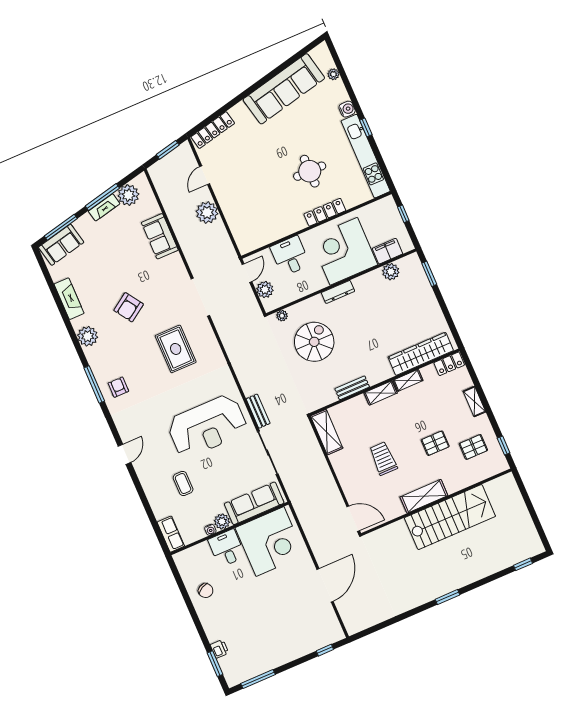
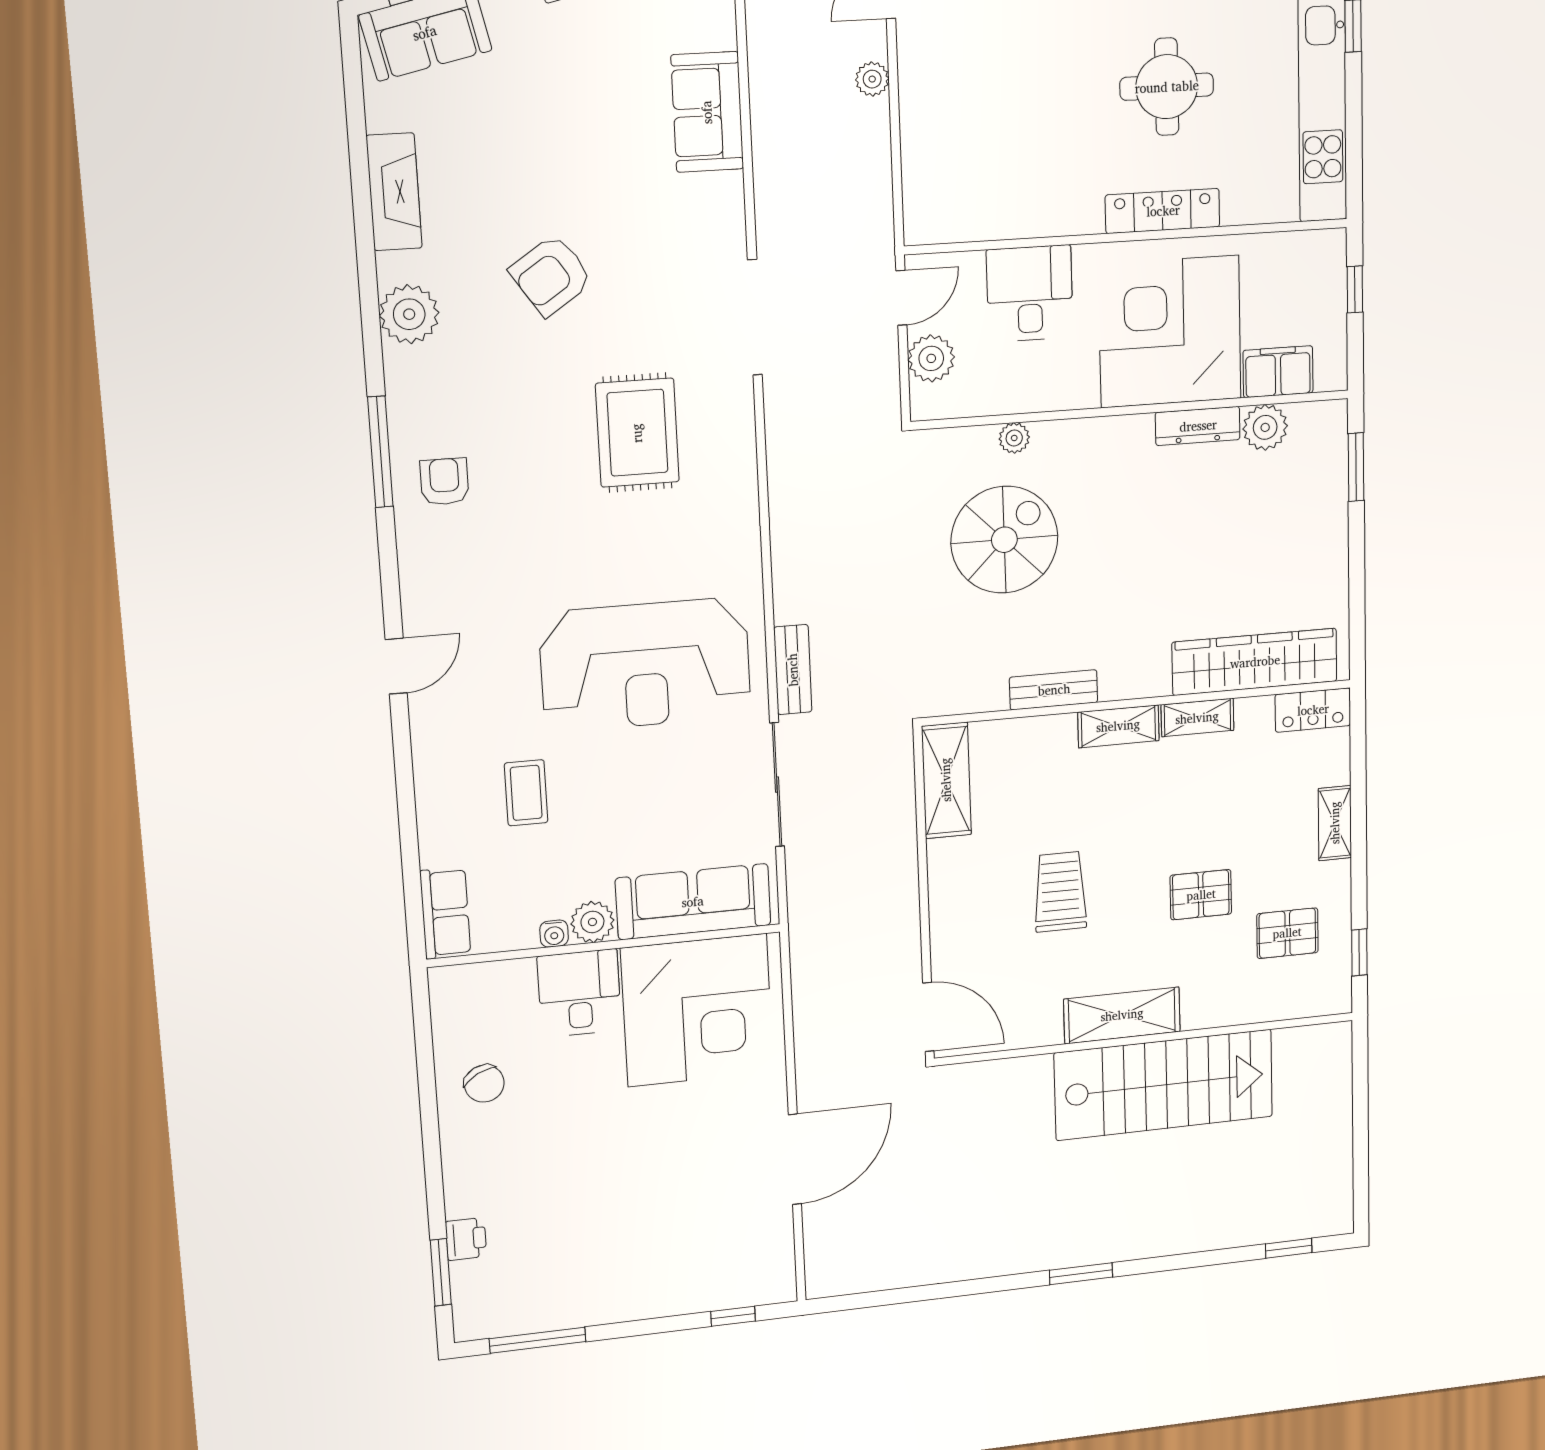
plant: (207, 213) -> (872, 79), width x0.53, depth x0.53
dresser: (338, 292) -> (1198, 426), moved
plant: (282, 316) -> (1014, 438), moved

